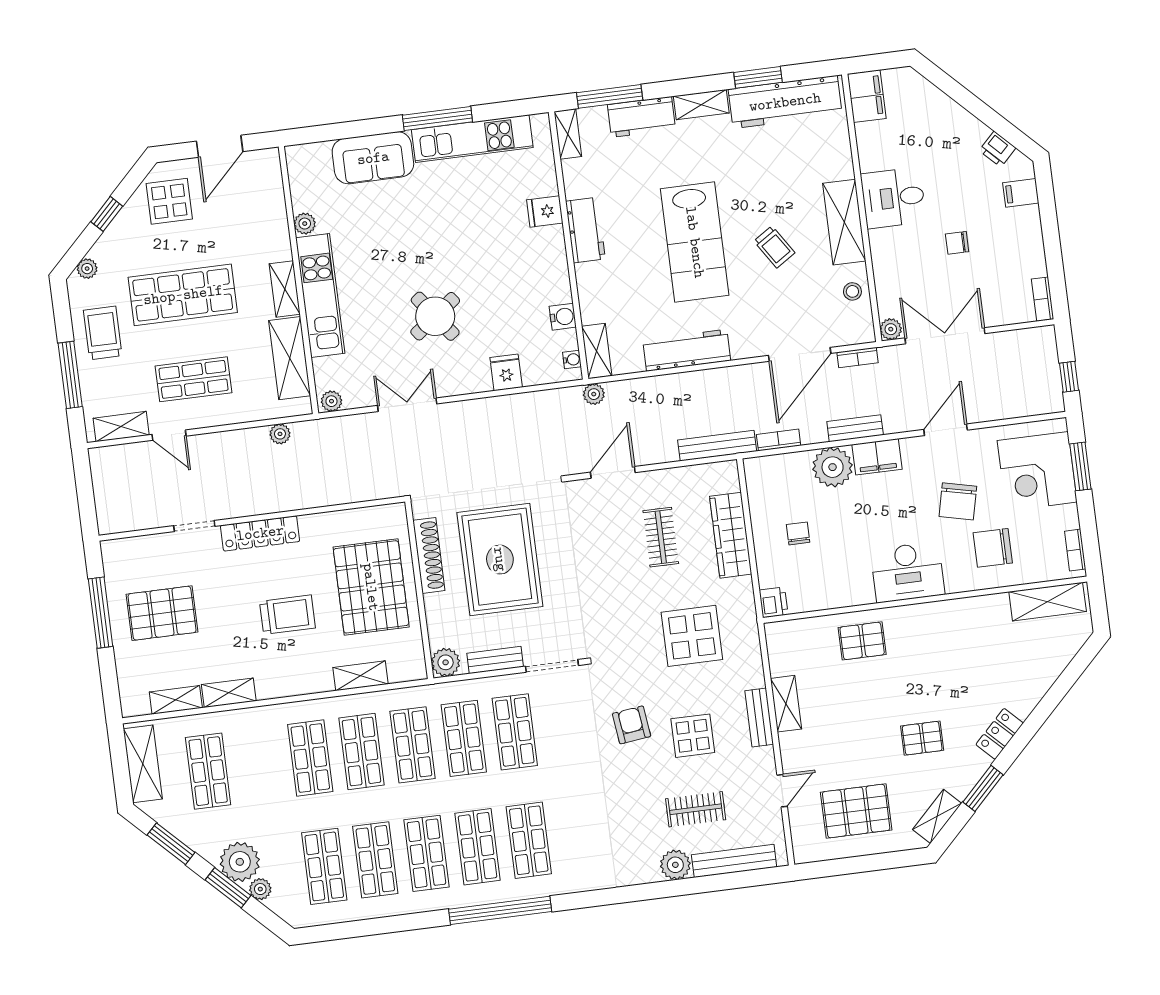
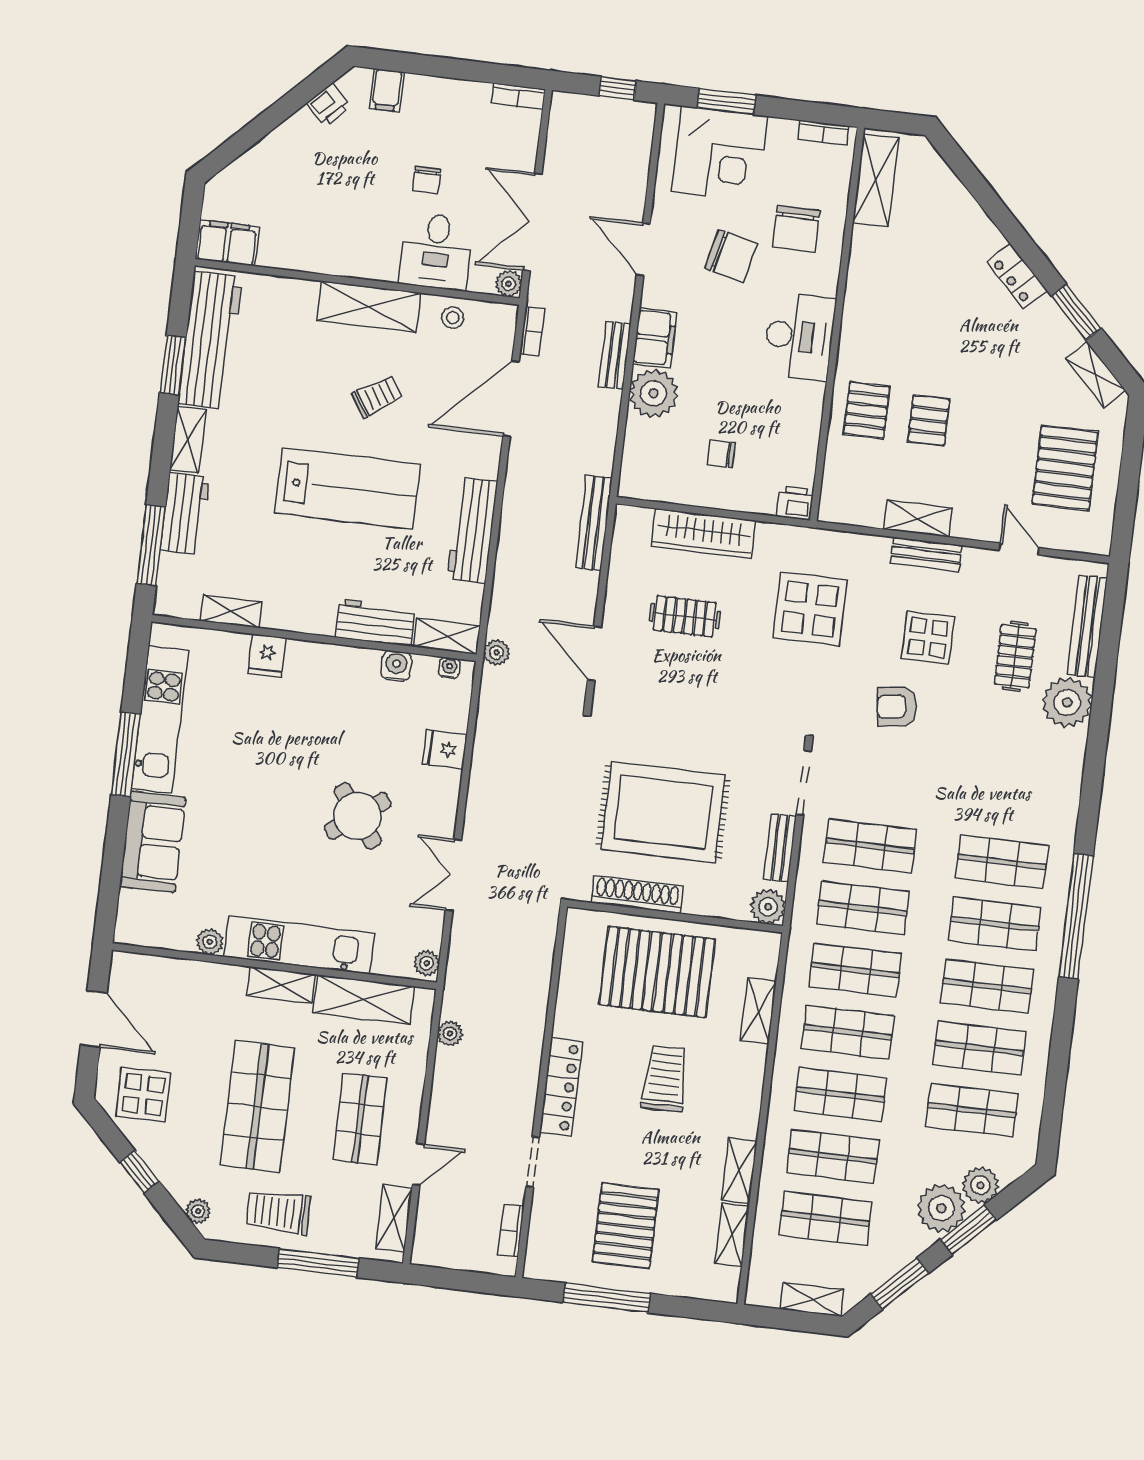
shelving: (568, 134) -> (231, 611), moved
desk: (893, 198) -> (436, 251), moved
workbench: (585, 230) -> (375, 622), moved
door: (800, 354) -> (511, 399), swing flipped
bookcase: (779, 440) -> (511, 1231), moved
pallet: (922, 738) -> (929, 420), moved
shelving: (143, 764) -> (812, 1299), width x0.67, depth x0.75
shop shelf: (259, 765) -> (833, 1156), added
plant: (675, 865) -> (1067, 702), width x1.36, depth x1.36
plant: (260, 889) -> (980, 1185), width x1.38, depth x1.38

